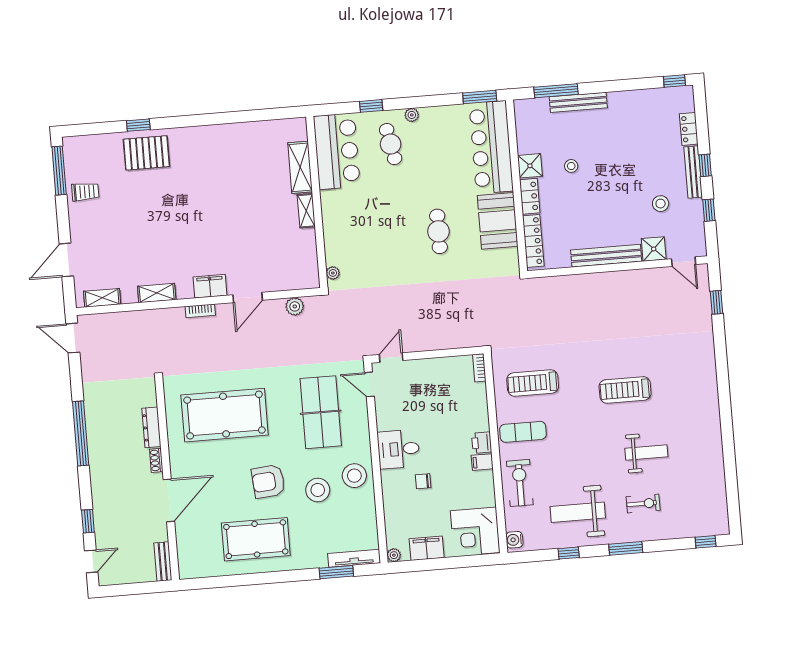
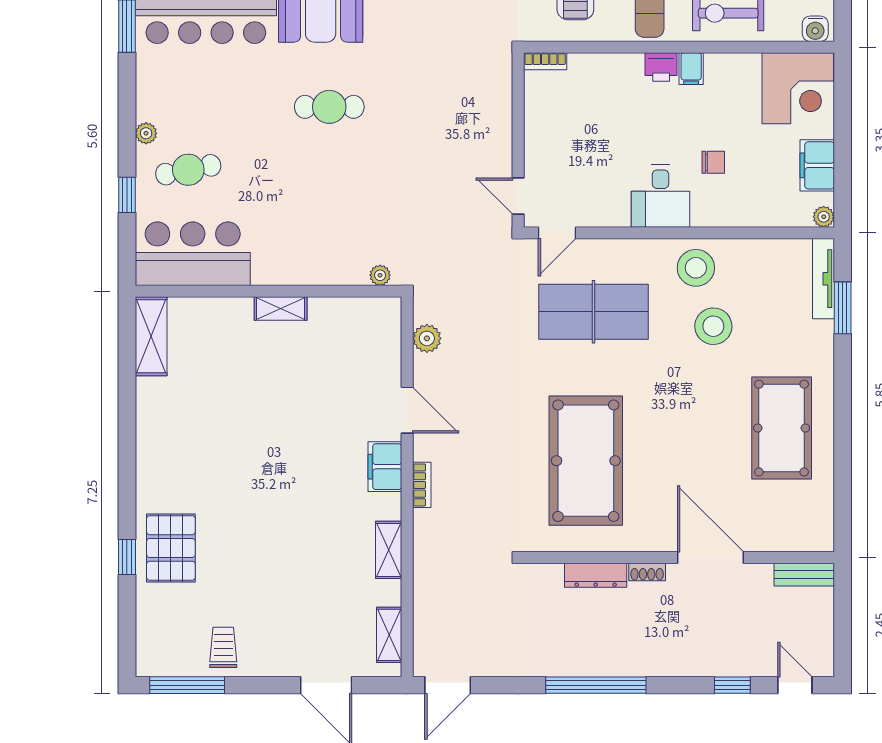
shelving: (300, 167) -> (151, 336), moved, turned 90
armchair: (268, 481) -> (694, 402), removed
chair: (423, 481) -> (713, 162), turned -90

